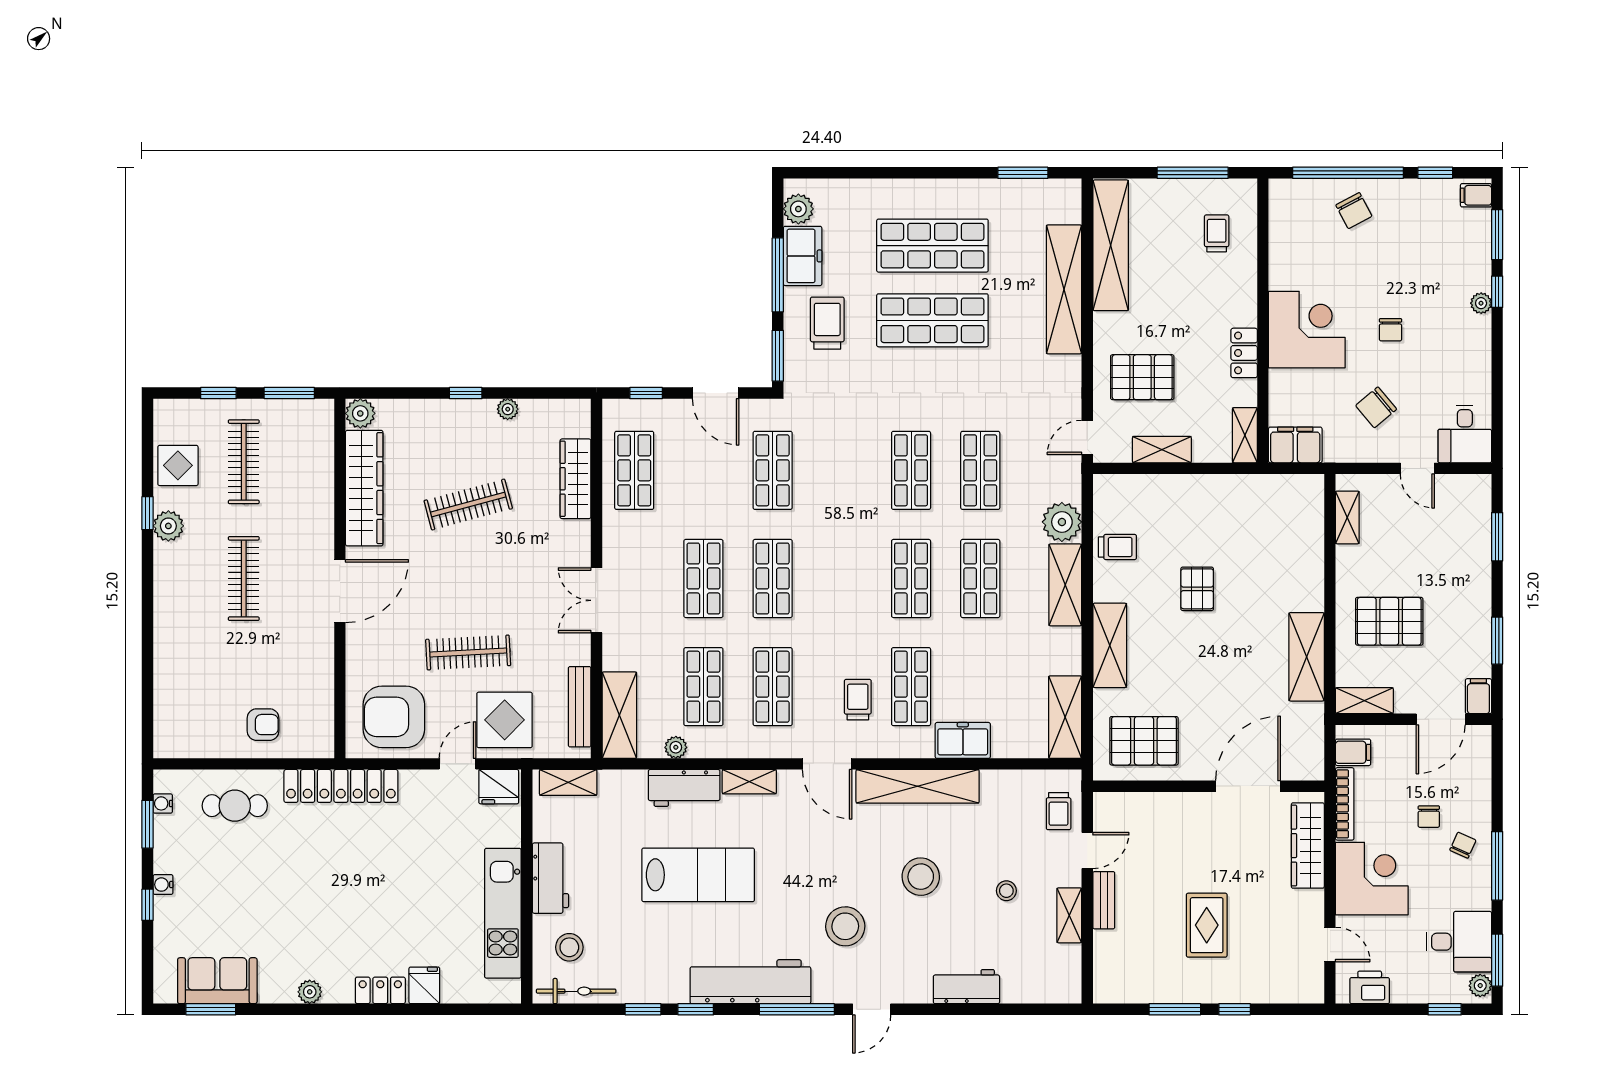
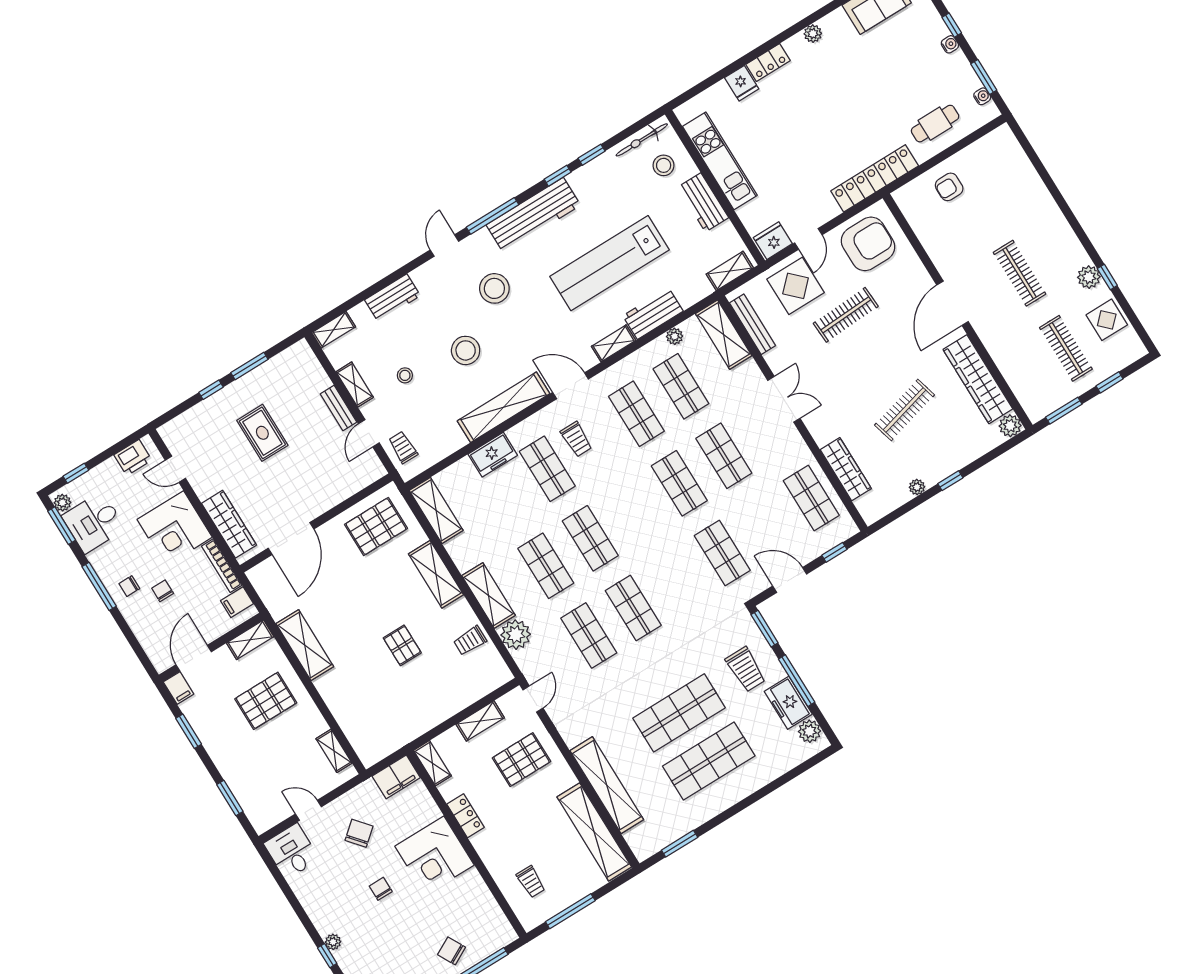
chair: (1463, 845) -> (129, 586), turned 66
lab bench: (698, 875) -> (610, 263), width x1.36
shelving: (1055, 992) -> (334, 330), added

